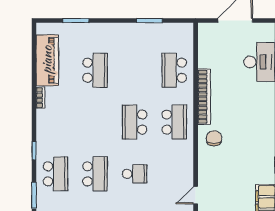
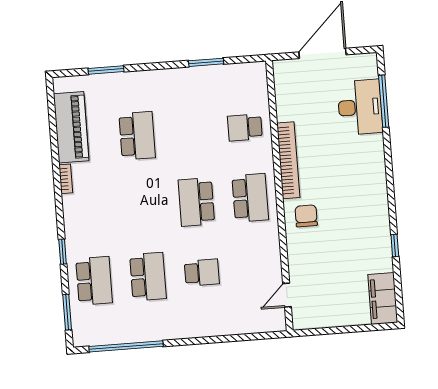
school desk: (174, 70) -> (245, 127), width x0.54

